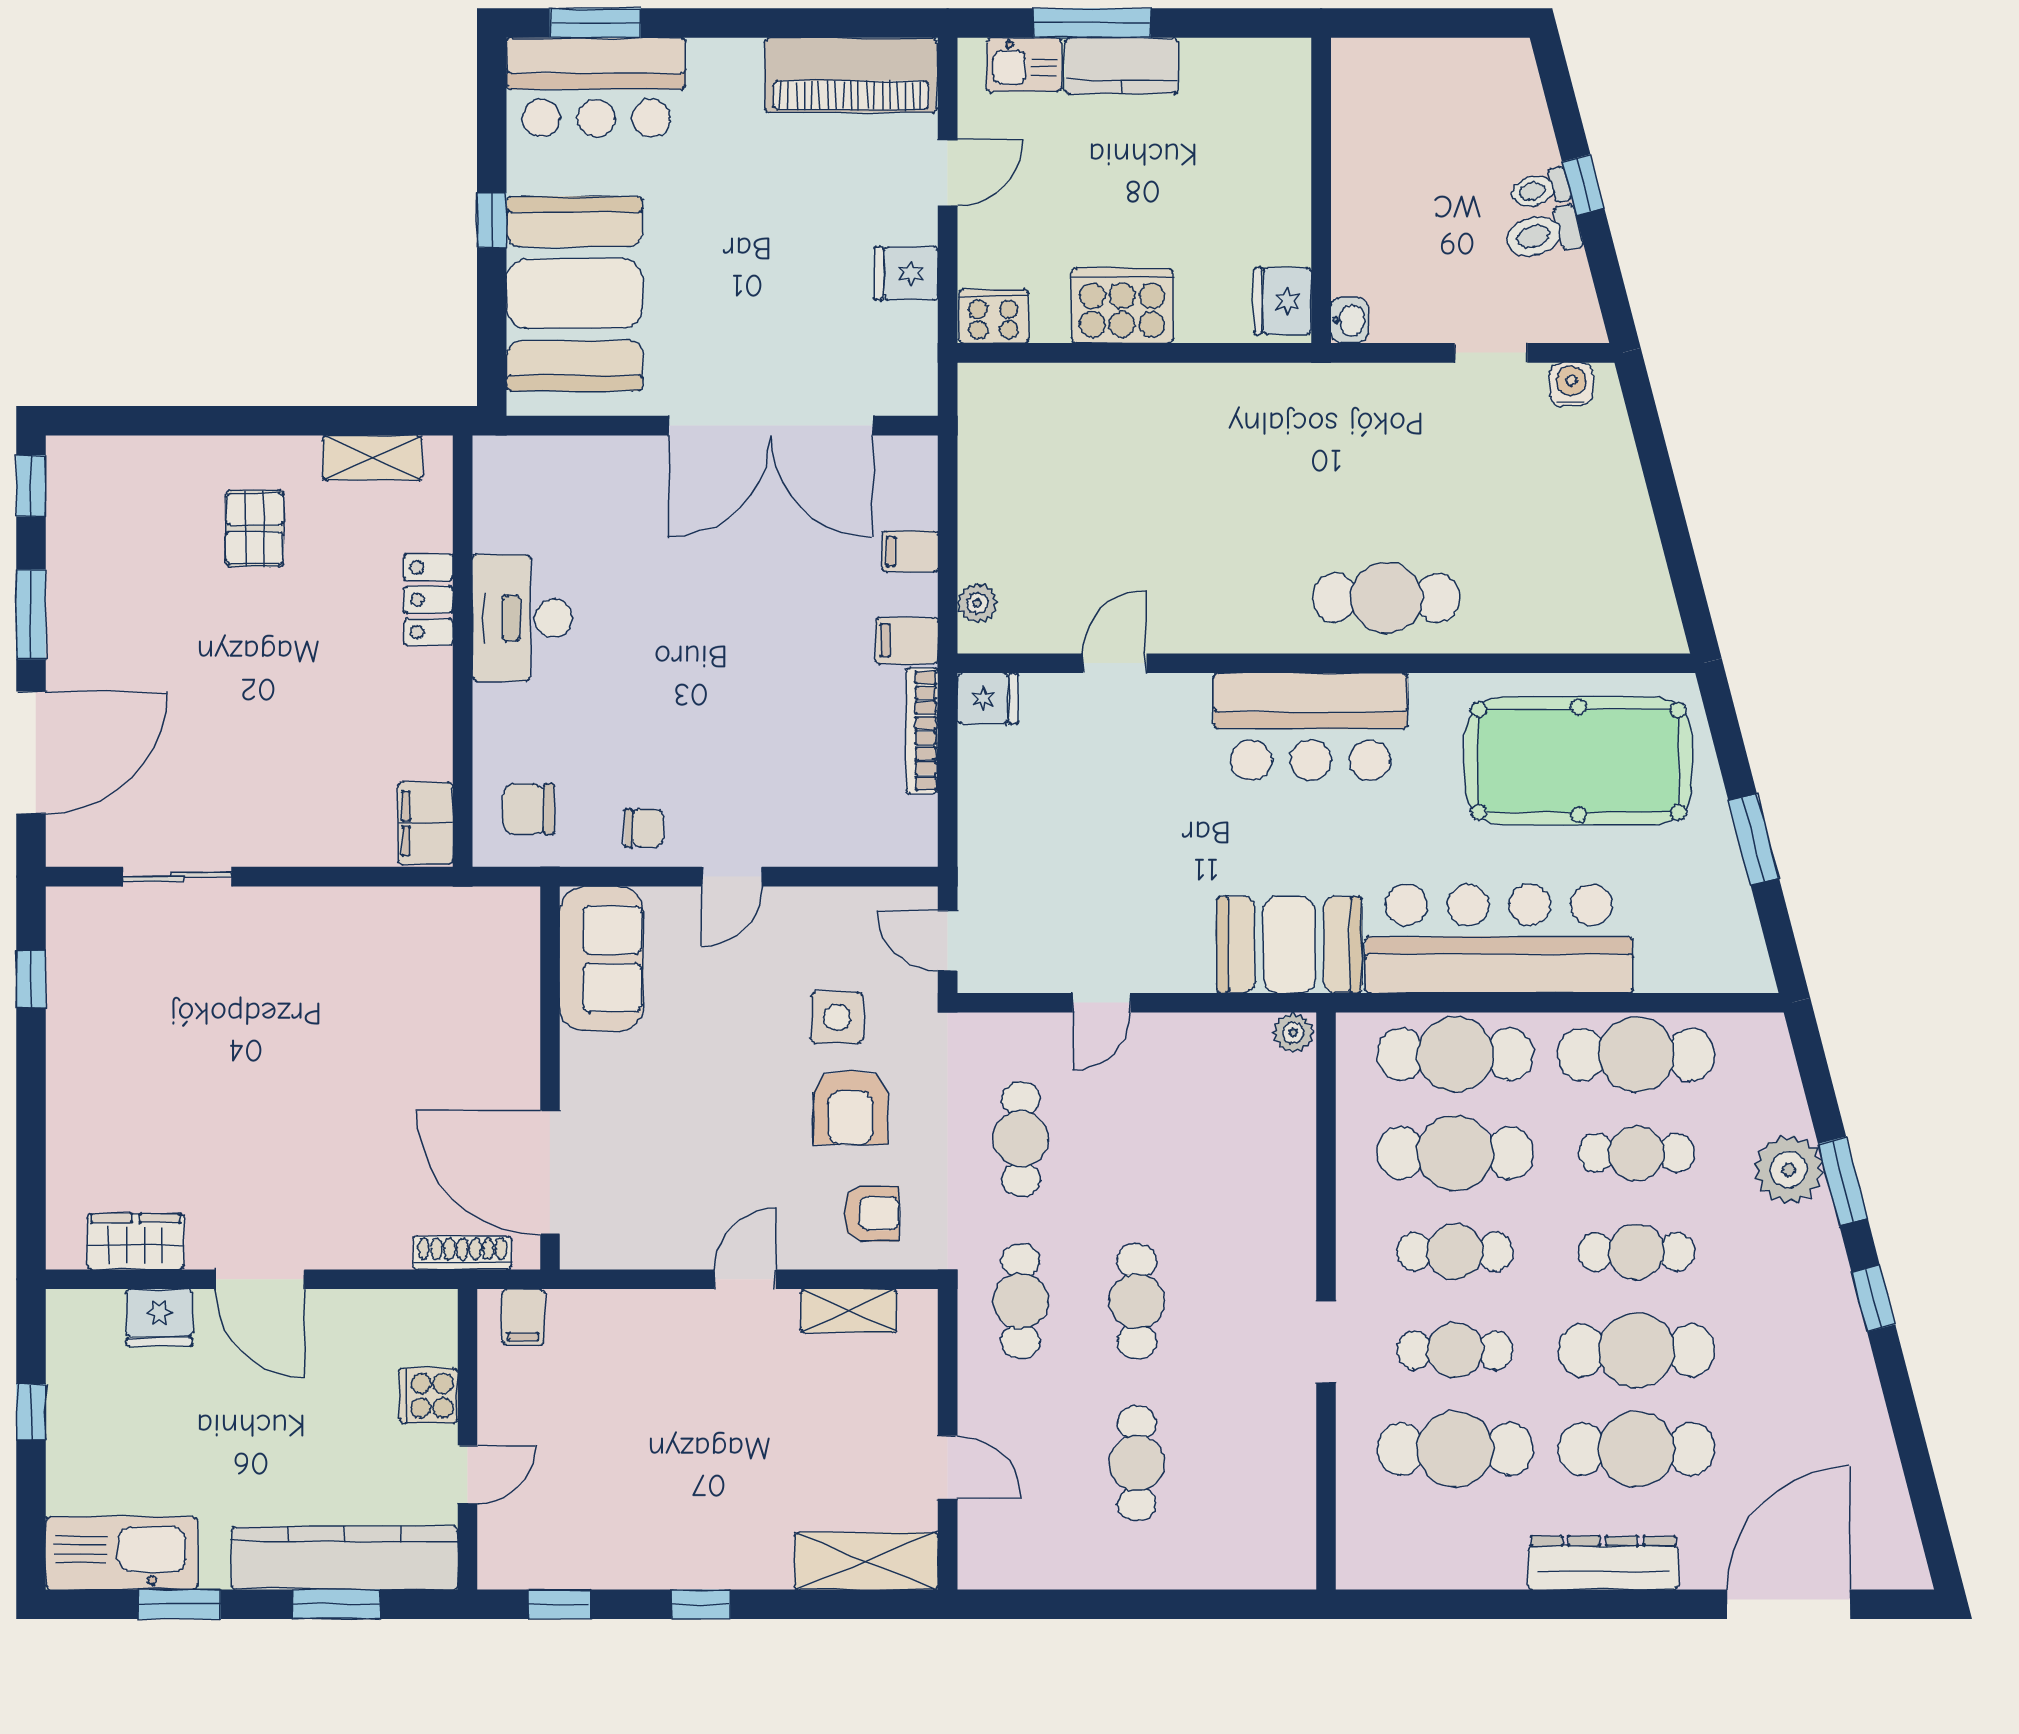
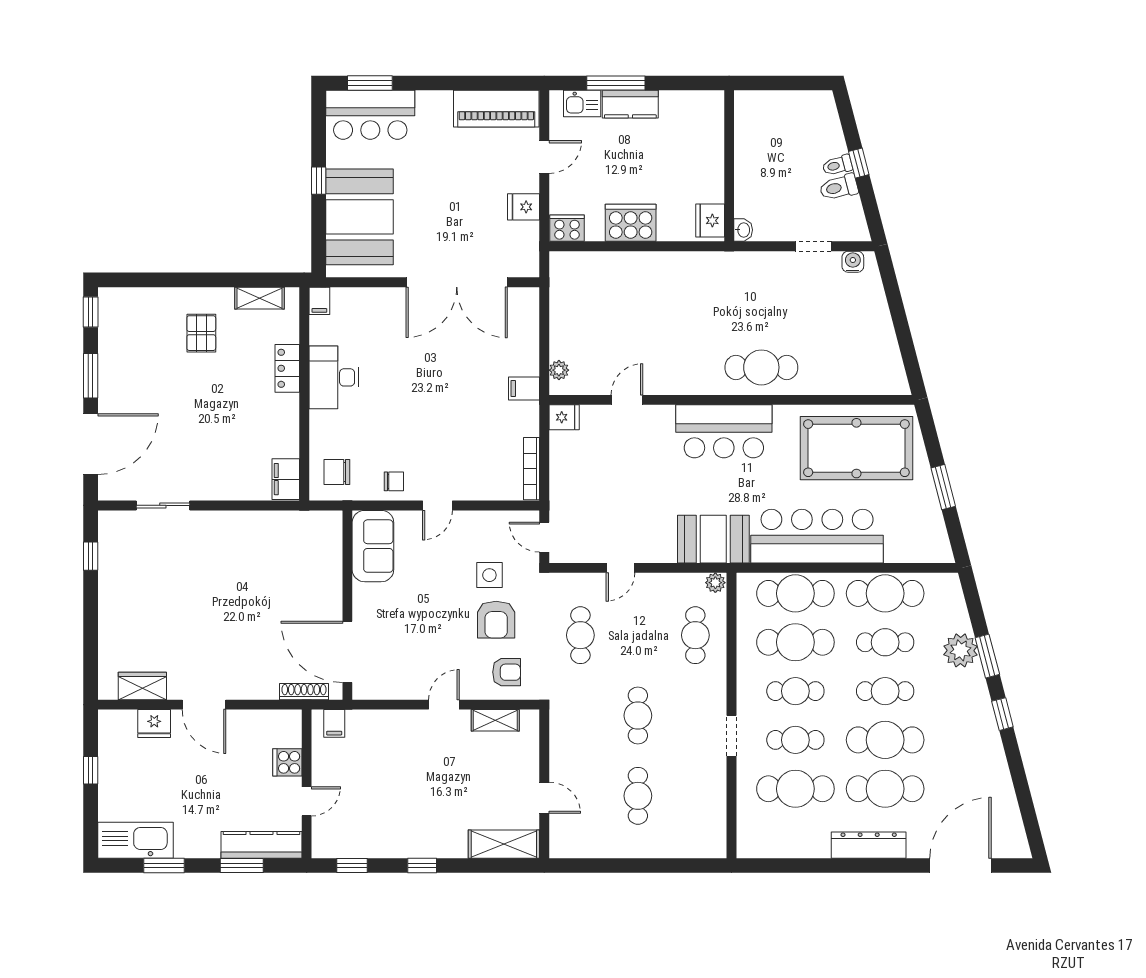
filing cabinet: (910, 551) -> (319, 301), moved, turned -90
bookcase: (922, 731) -> (531, 469), moved
cafe table: (1021, 1301) -> (695, 635), moved
kitchen counter: (345, 1558) -> (262, 845), width x0.72, depth x0.86

